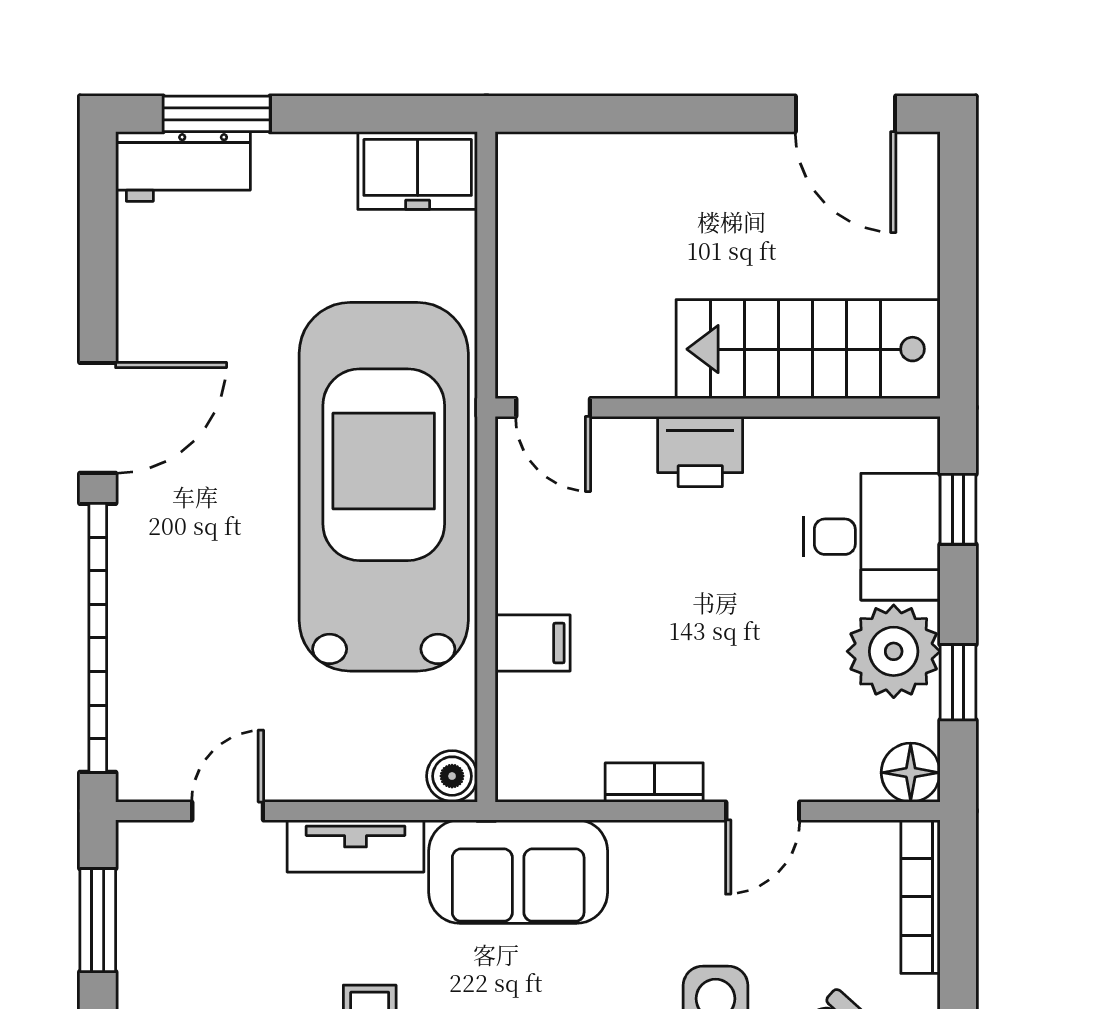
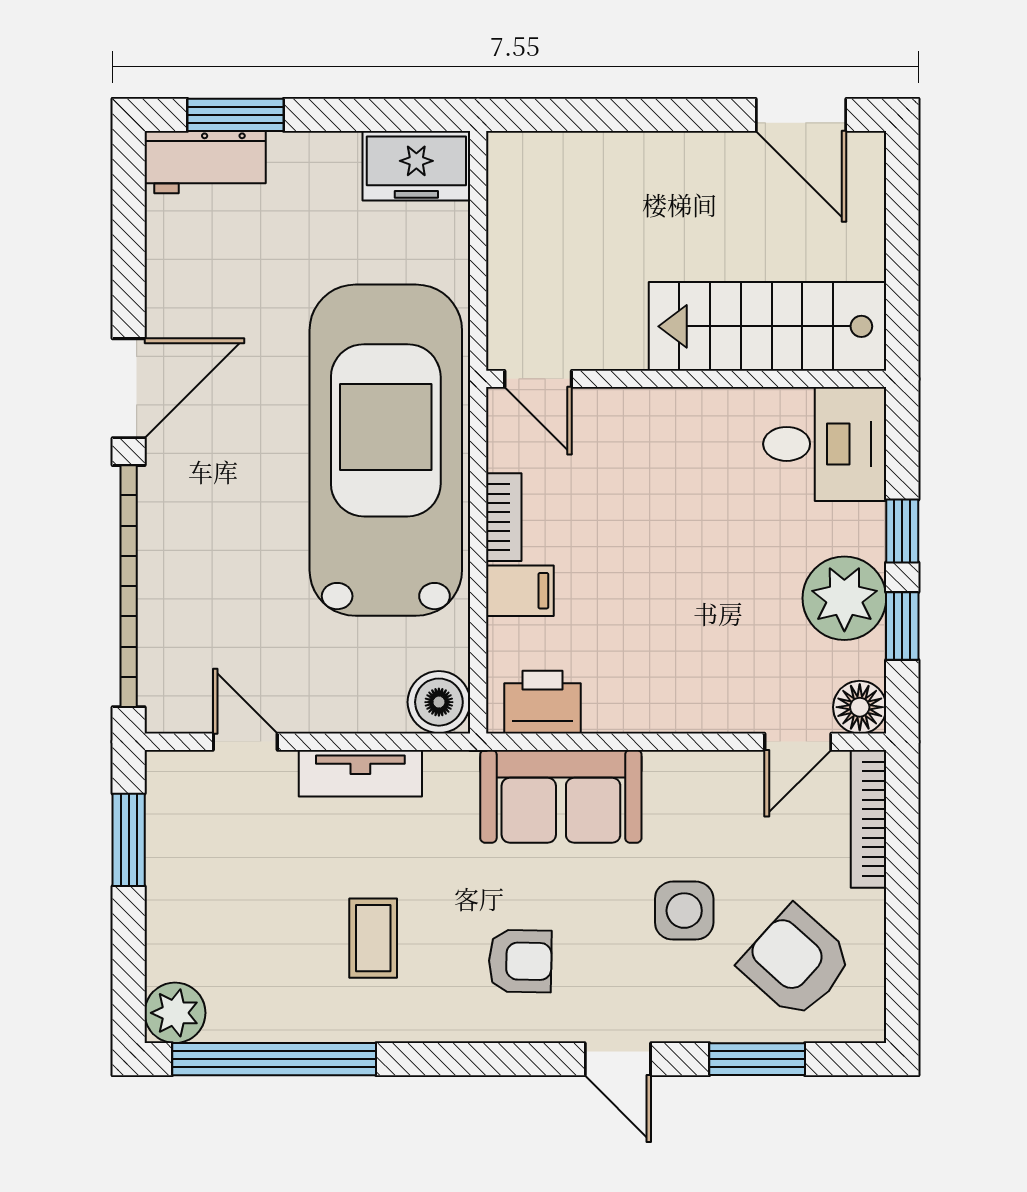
printer: (700, 452) -> (542, 702), moved, turned 180
window: (958, 509) -> (902, 531), moved
desk: (872, 537) -> (825, 444), moved
boiler: (452, 776) -> (439, 702), width x1.36, depth x1.36
bookcase: (654, 782) -> (504, 517), moved, turned 90
door: (228, 811) -> (245, 742), hinge flipped
door: (763, 811) -> (798, 742), moved
sofa: (518, 872) -> (561, 796), moved

